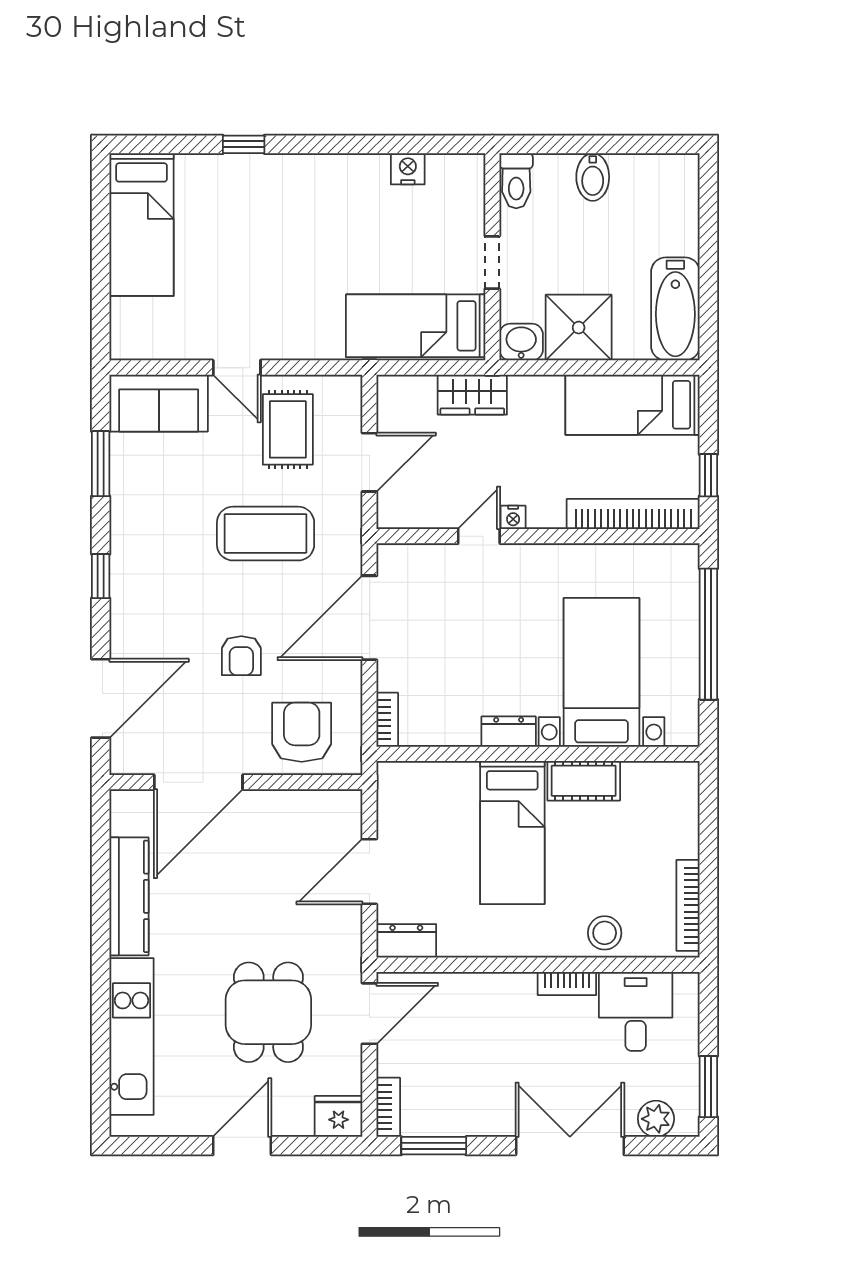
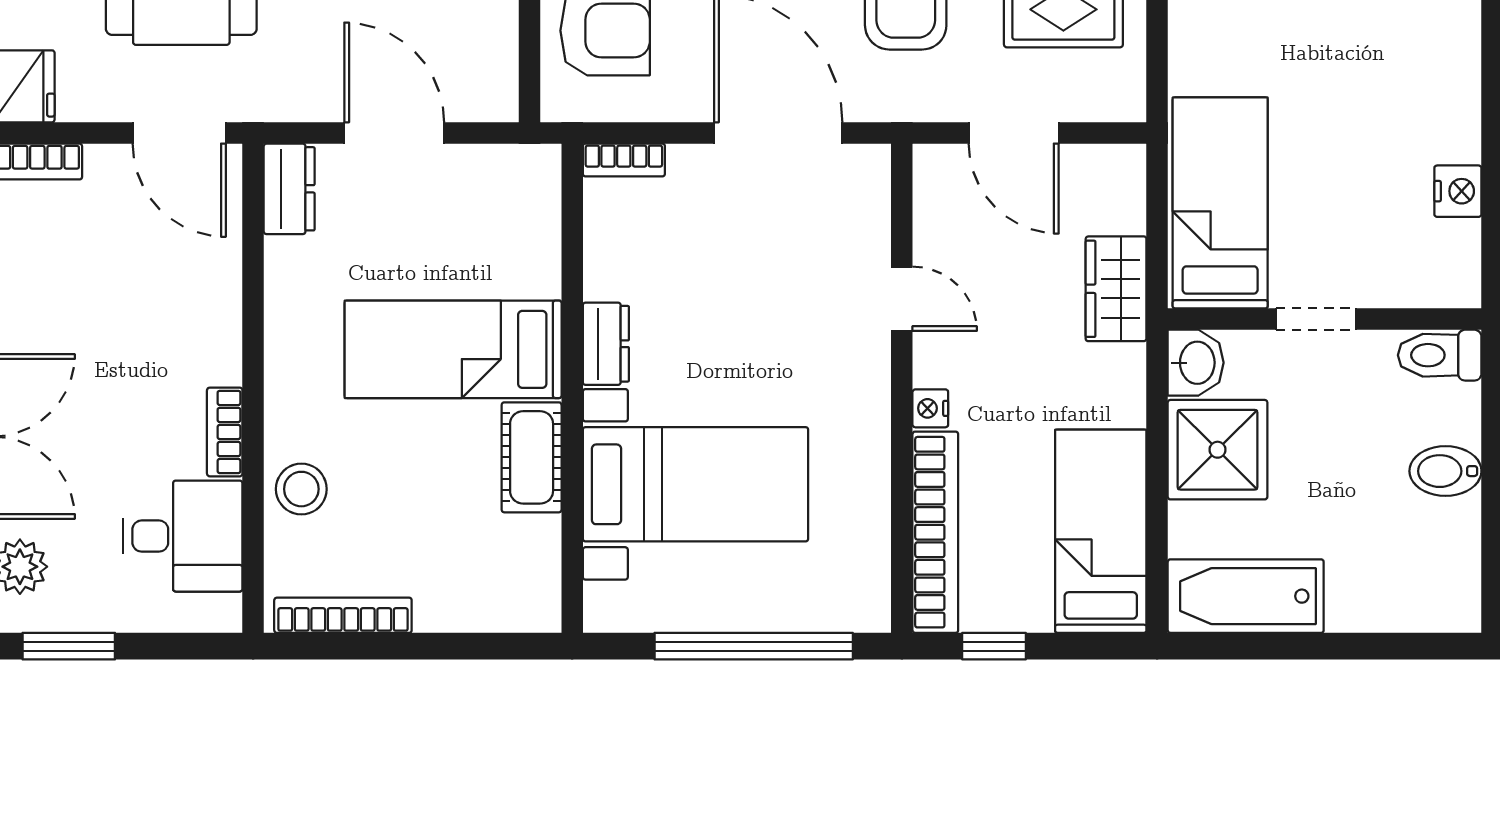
nightstand: (513, 517) -> (930, 408), moved

